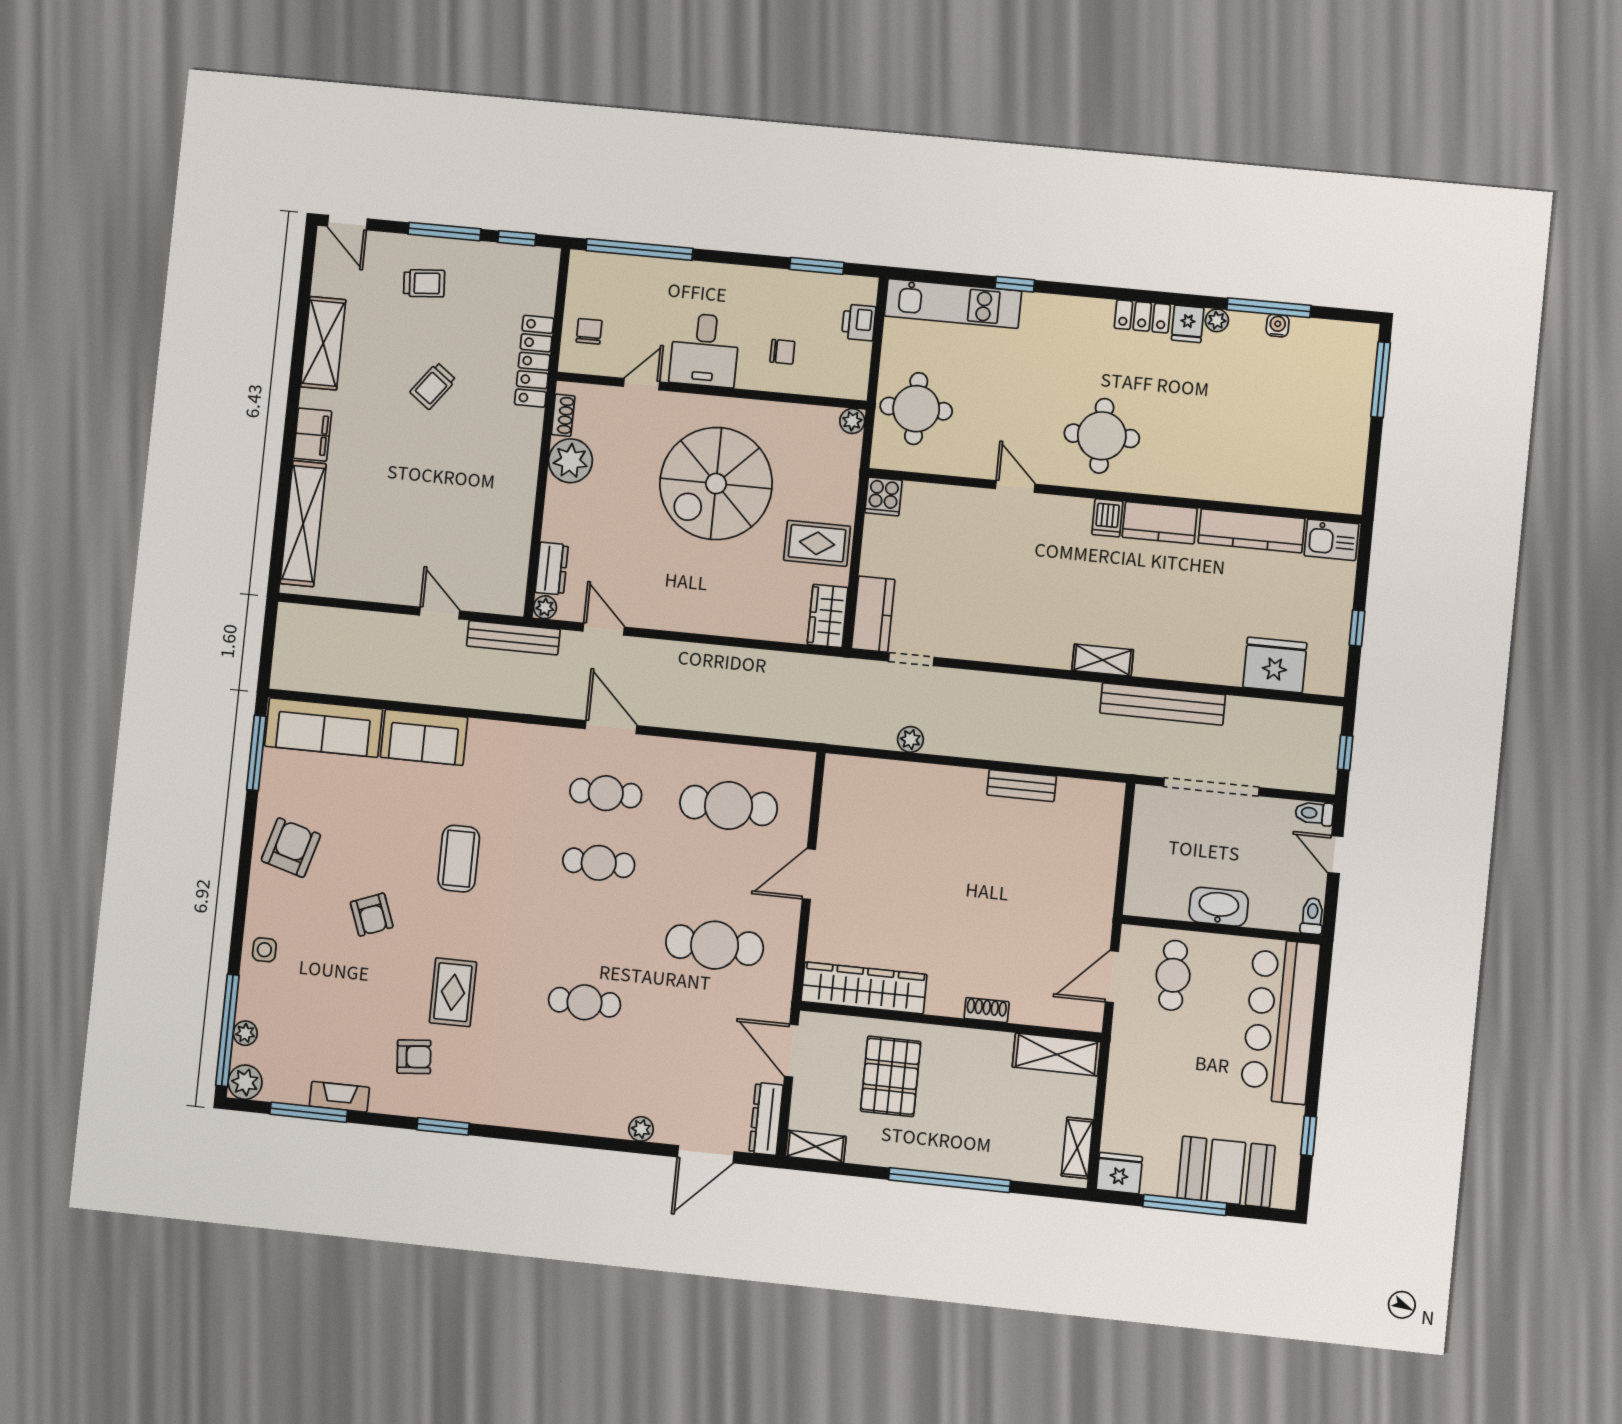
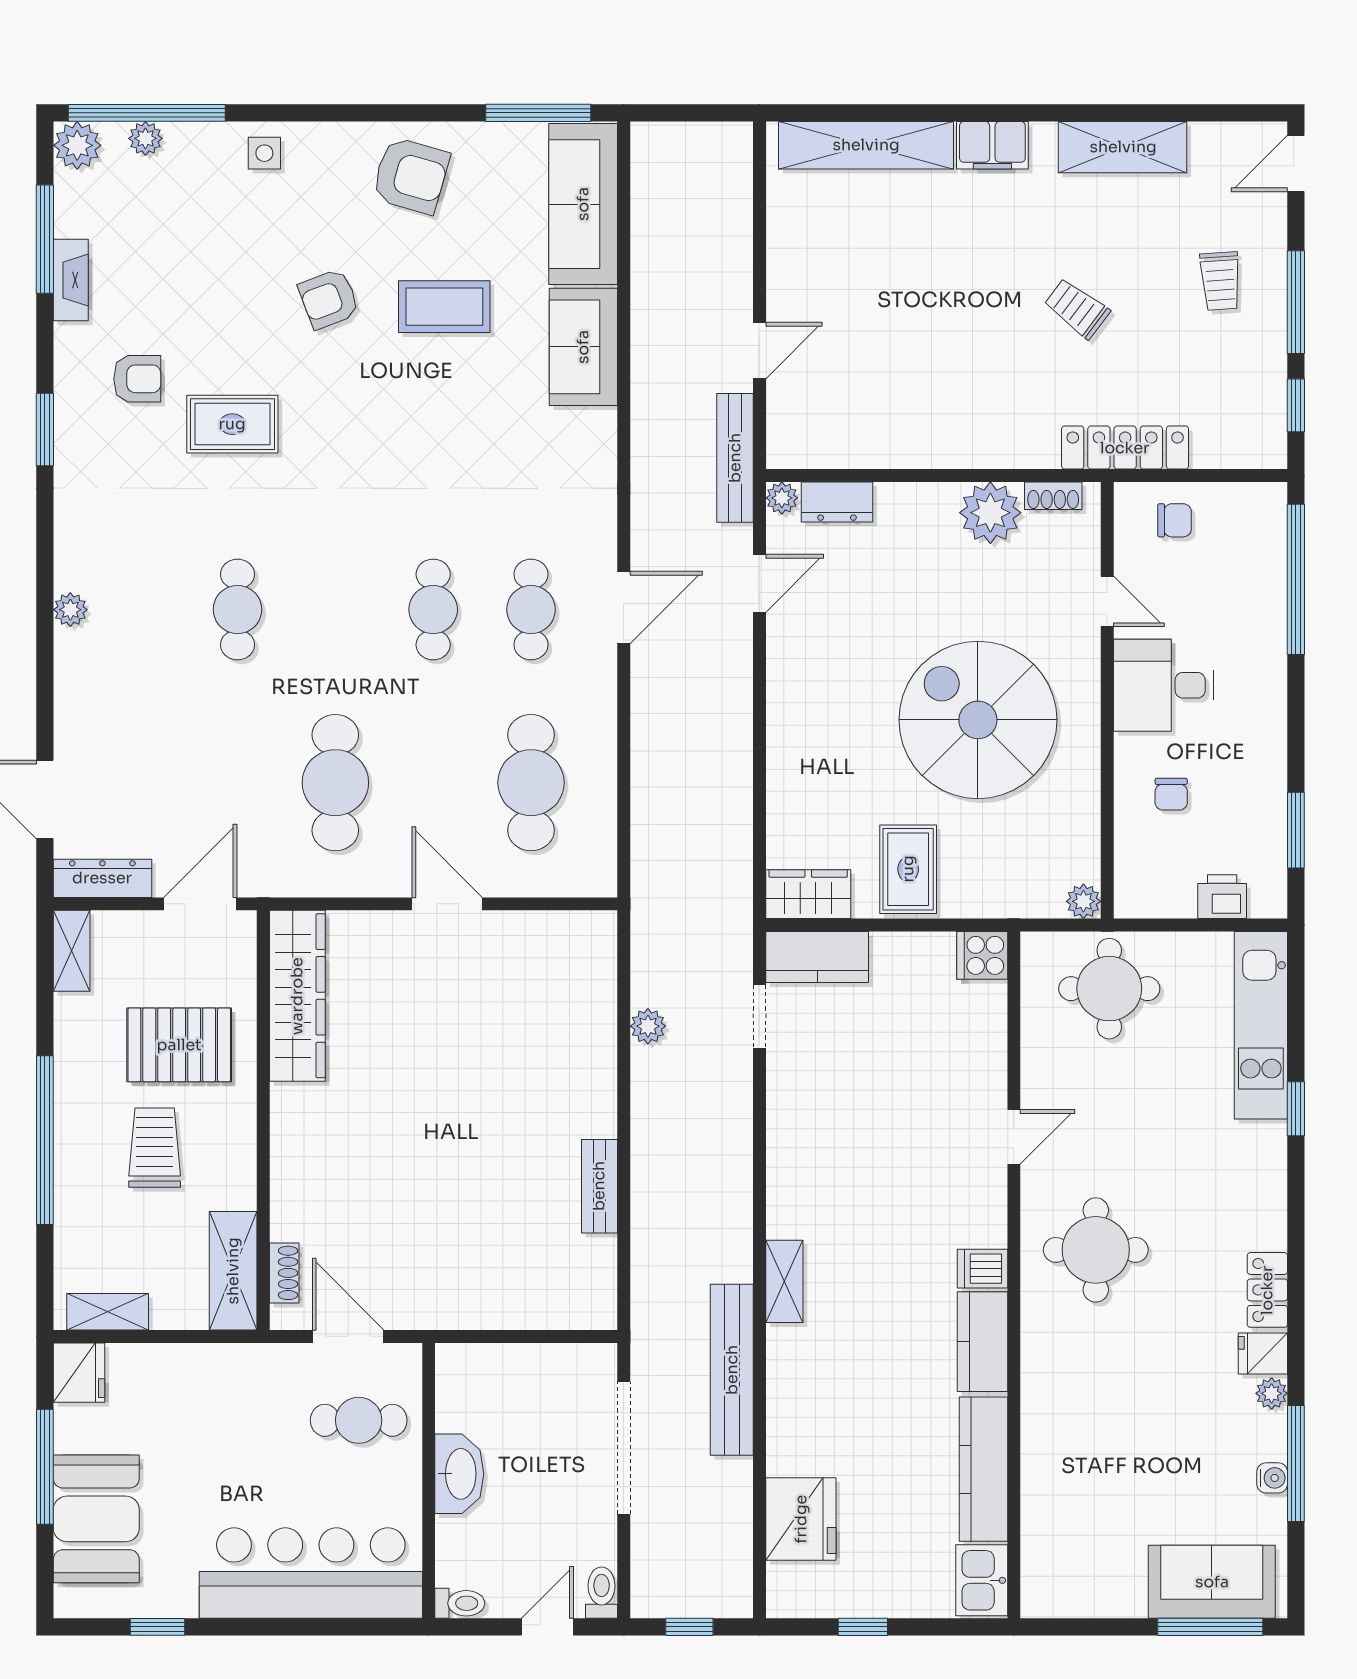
sofa: (1348, 376) -> (1212, 1582), added
coffee table: (459, 859) -> (444, 307), moved
shoe rack: (987, 1010) -> (284, 1273), moved
armchair: (414, 1057) -> (137, 379), turned -85
trolley: (963, 1102) -> (155, 1148), added
plant: (641, 1129) -> (70, 610), moved

